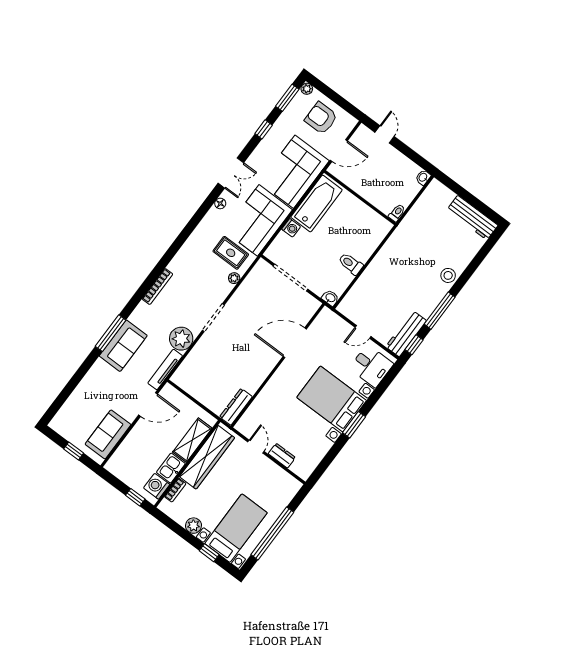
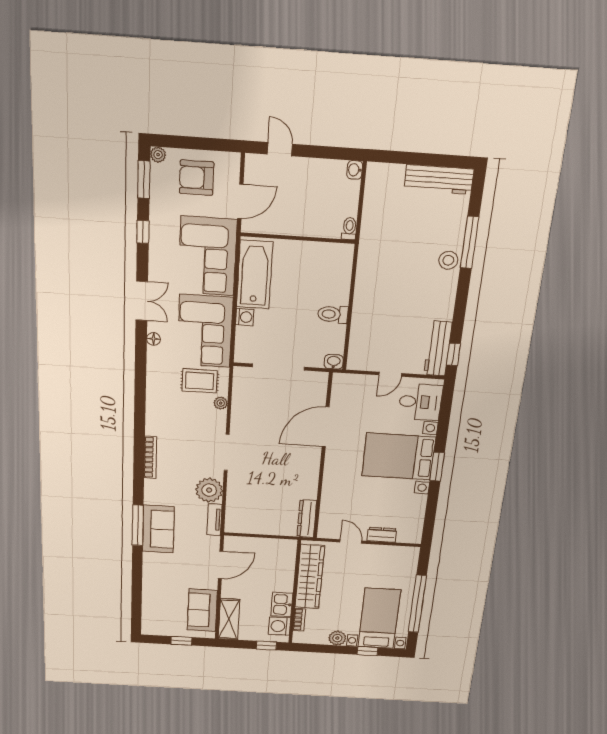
window: (440, 311) -> (470, 242), moved
tv unit: (165, 369) -> (214, 520), width x0.71
shelving: (192, 440) -> (229, 619), moved

